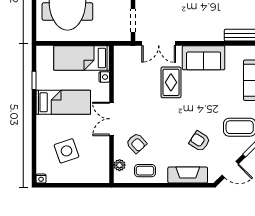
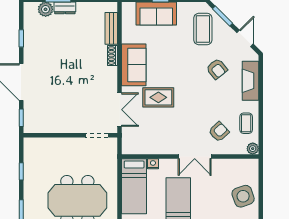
shoe rack: (213, 36) -> (112, 56), added
armchair: (200, 141) -> (217, 69), turned -72
side table: (66, 151) -> (243, 196), moved
plant: (120, 165) -> (253, 149), moved

